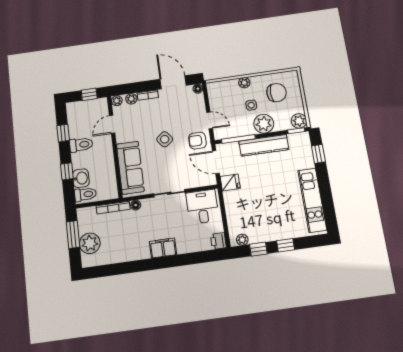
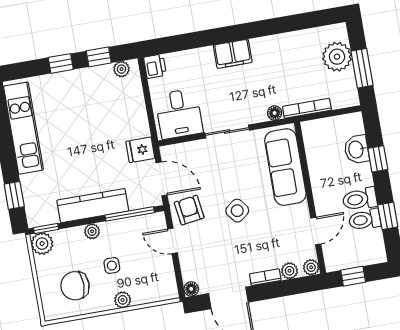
plant: (264, 124) -> (92, 231), width x0.53, depth x0.53
armchair: (197, 141) -> (189, 210), turned -98
toilet: (85, 194) -> (365, 220), moved

